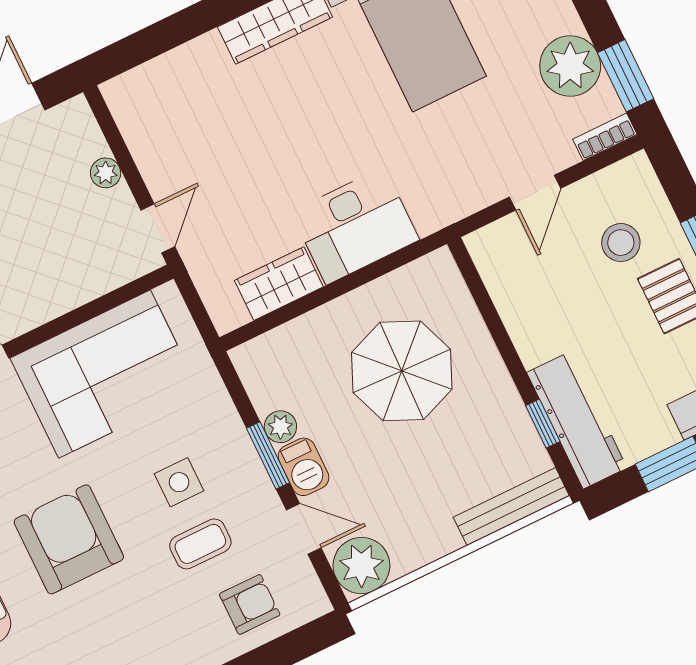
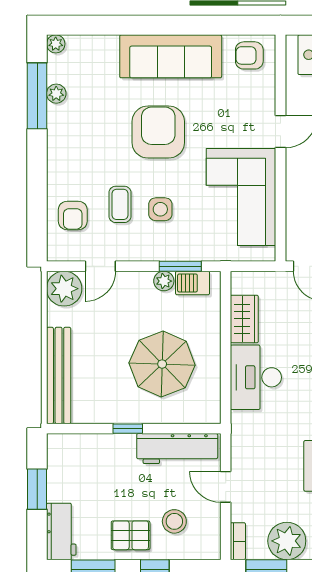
workbench: (577, 420) -> (177, 449), moved
window: (543, 424) -> (128, 429), moved
window: (268, 455) -> (180, 266), moved
barbecue: (304, 467) -> (193, 283), moved
bench: (511, 507) -> (59, 375), width x1.37, depth x1.21
armchair: (69, 539) -> (158, 132), turned -90

